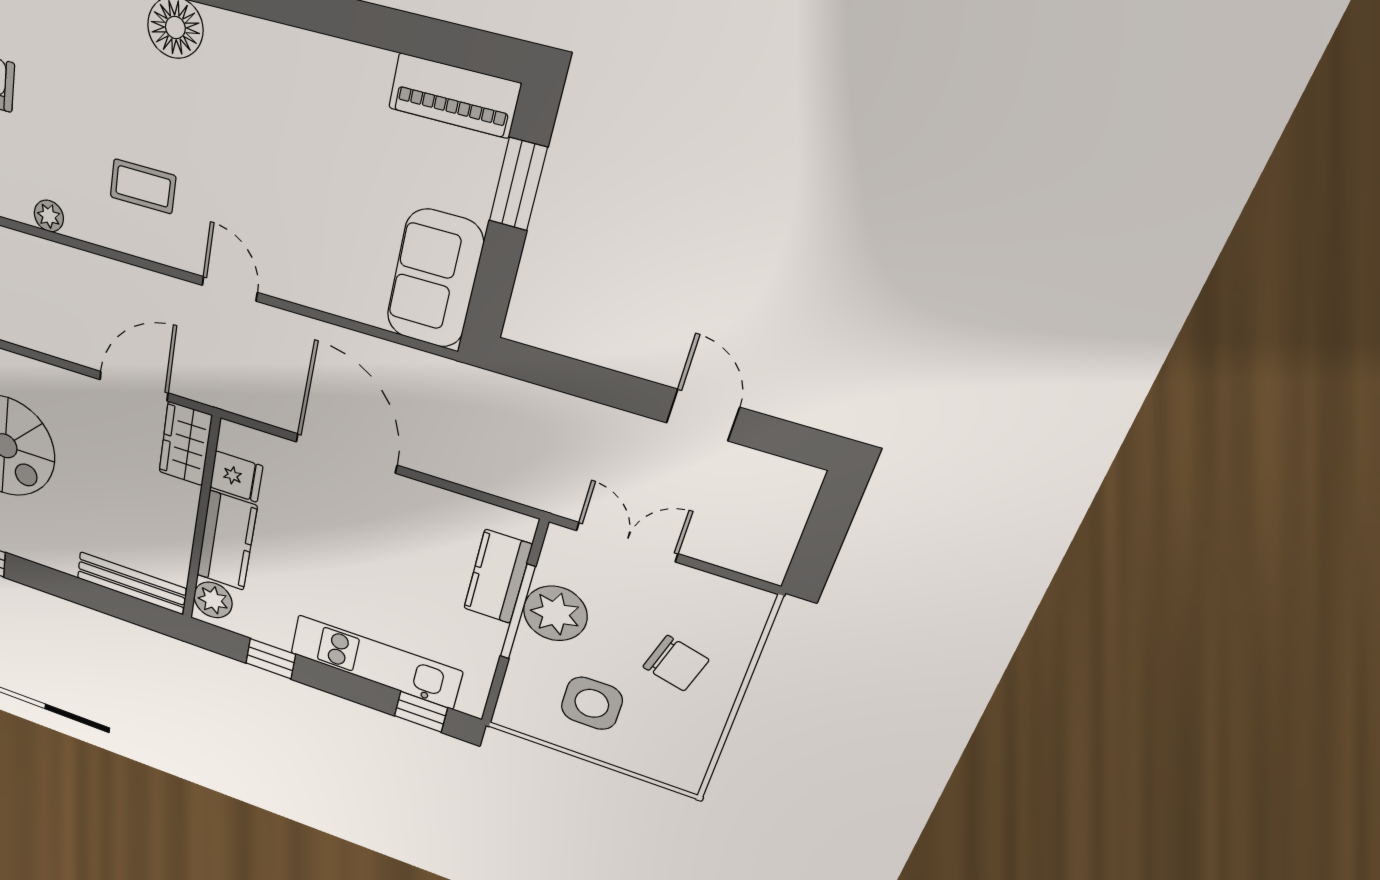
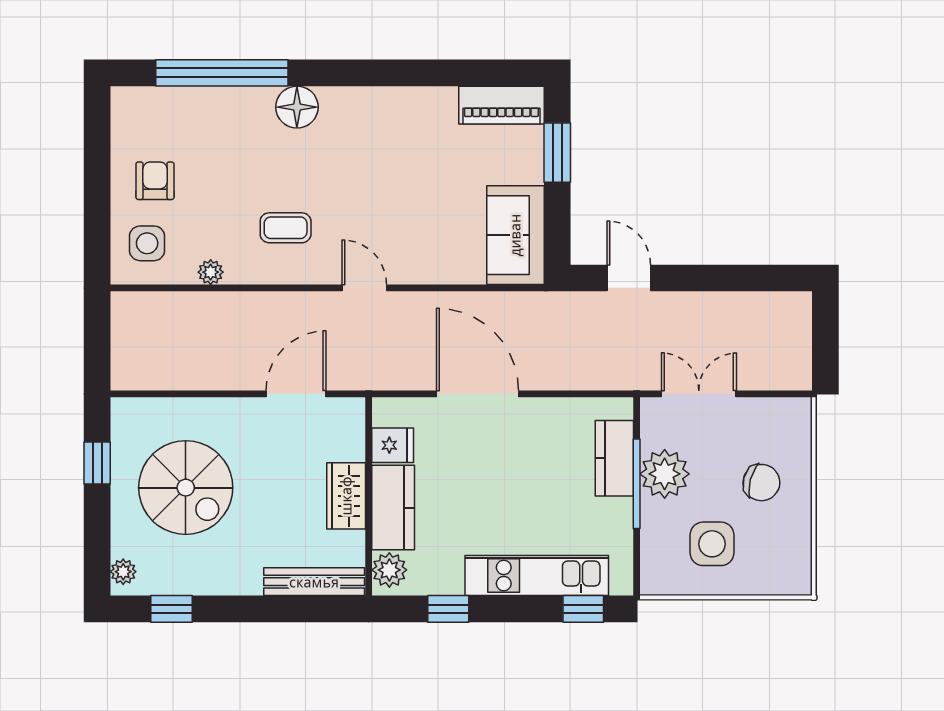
door: (703, 415) -> (629, 278), moved
wardrobe: (185, 444) -> (346, 496), moved

